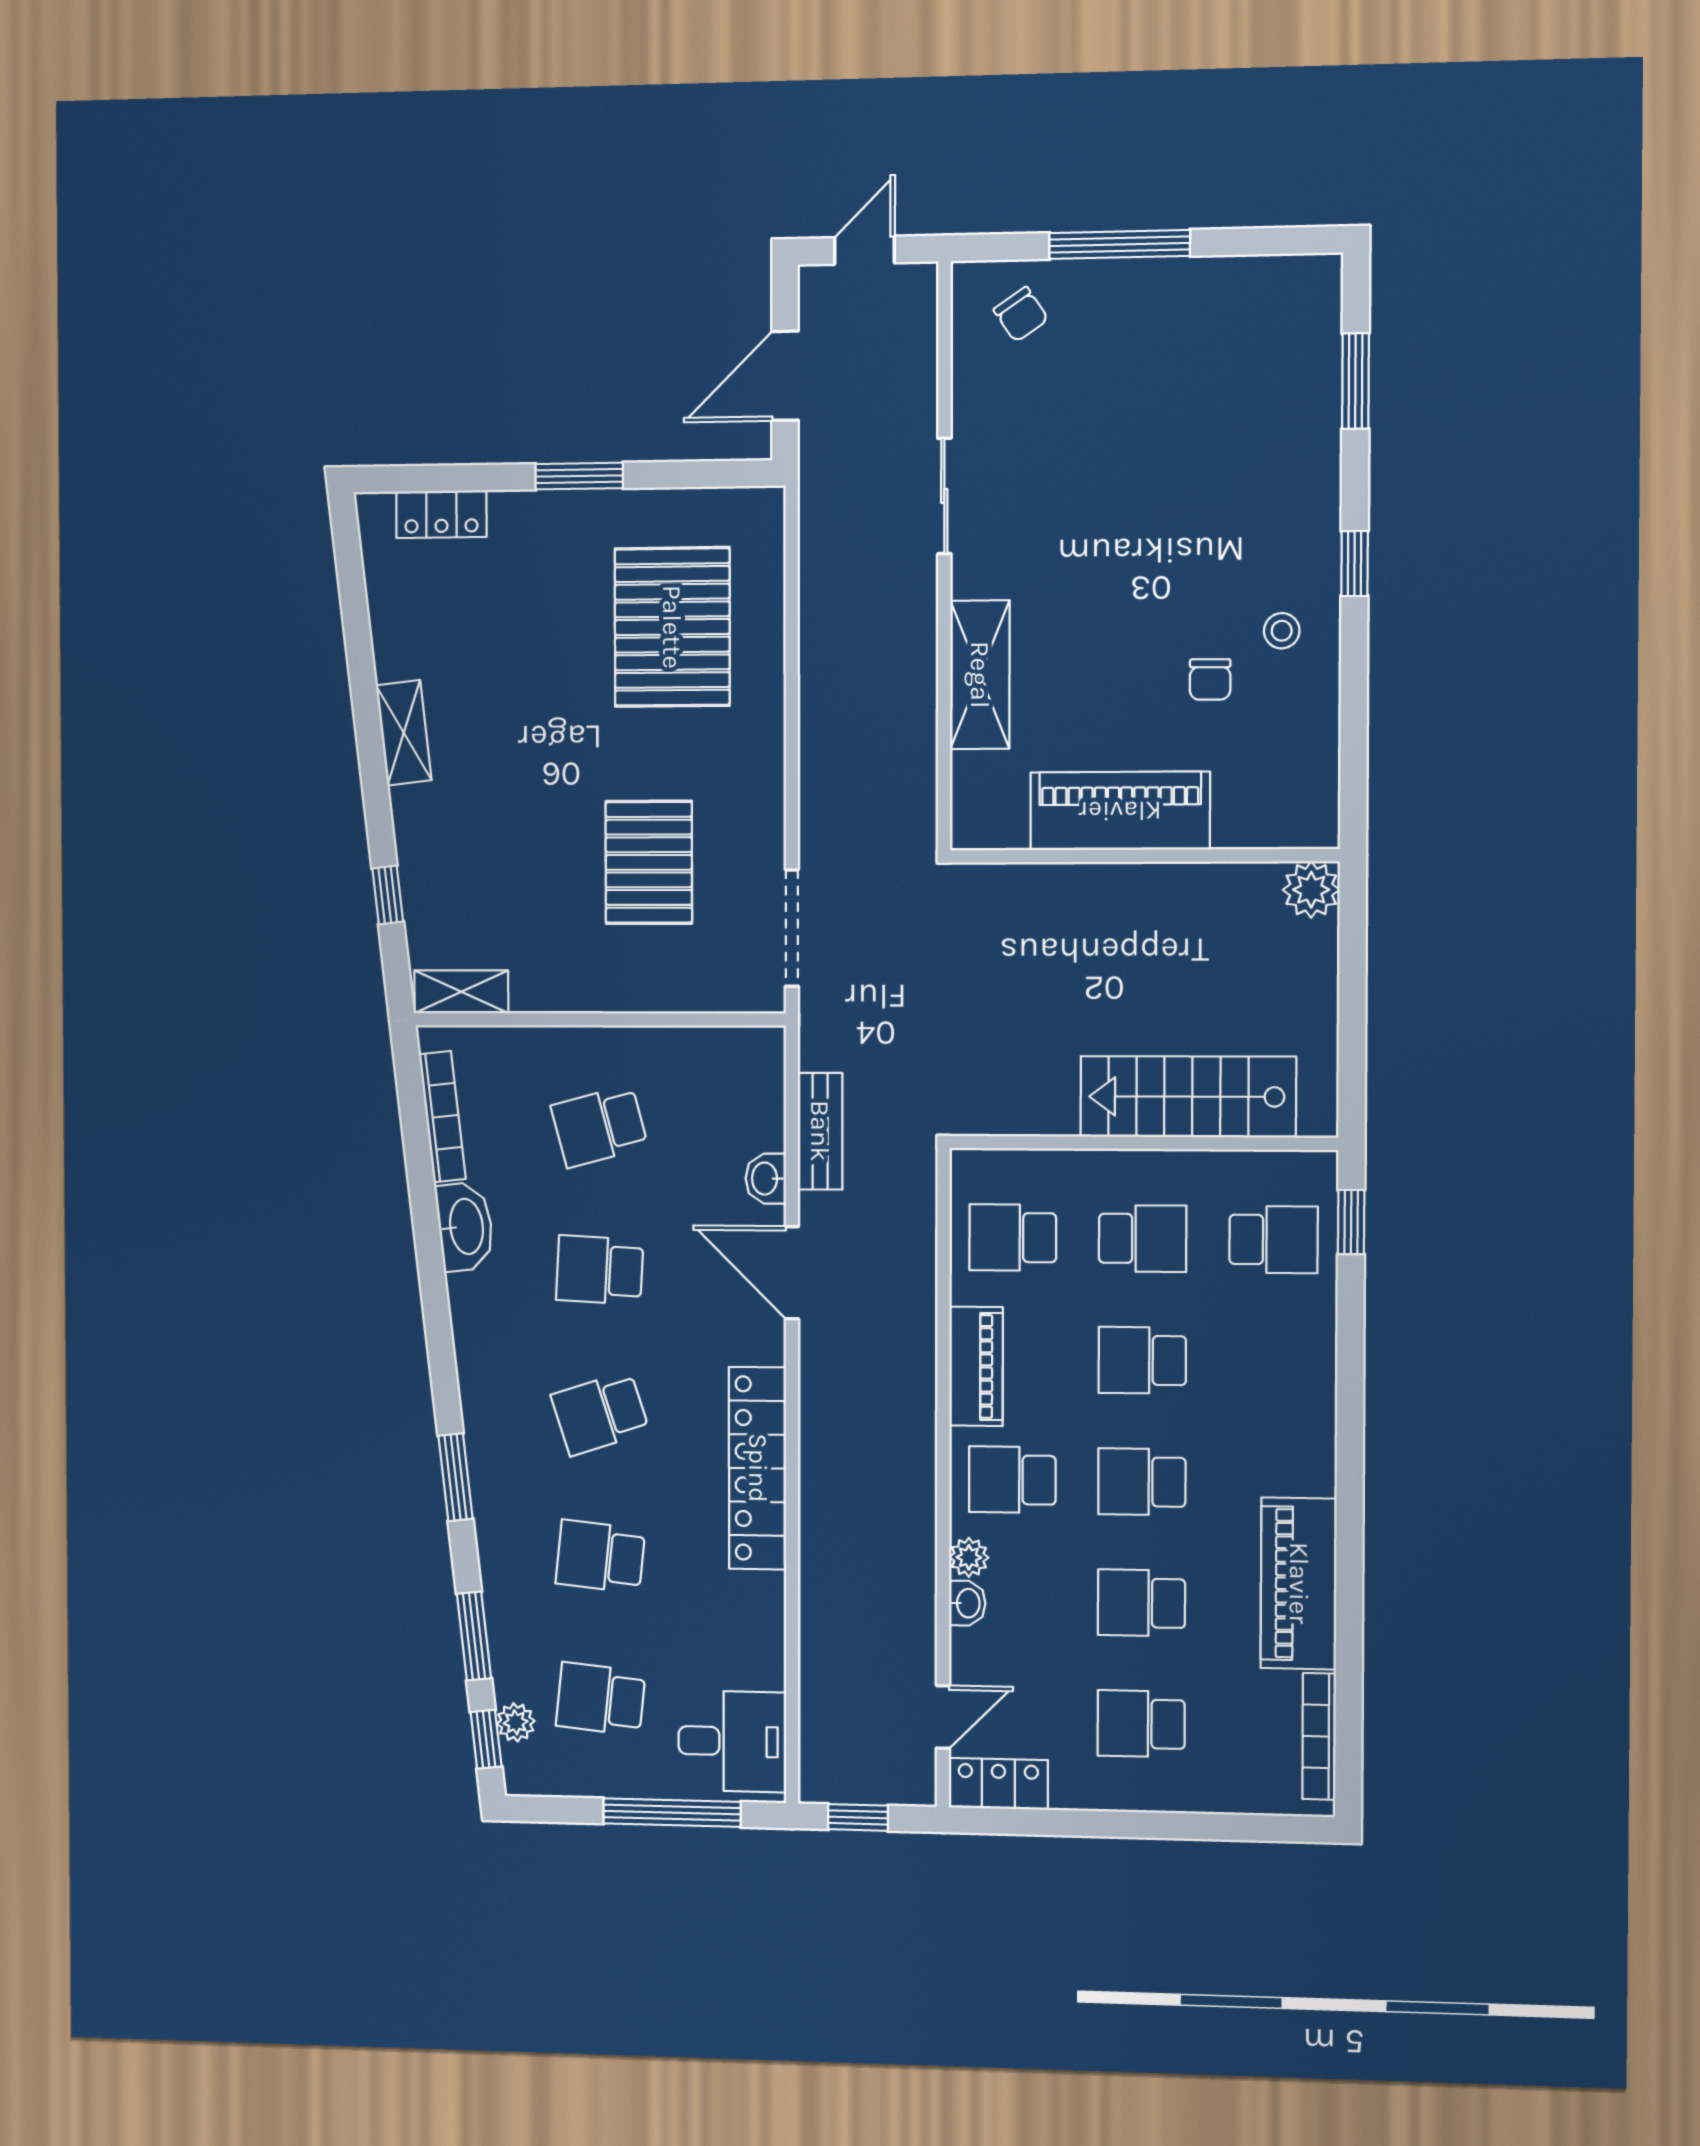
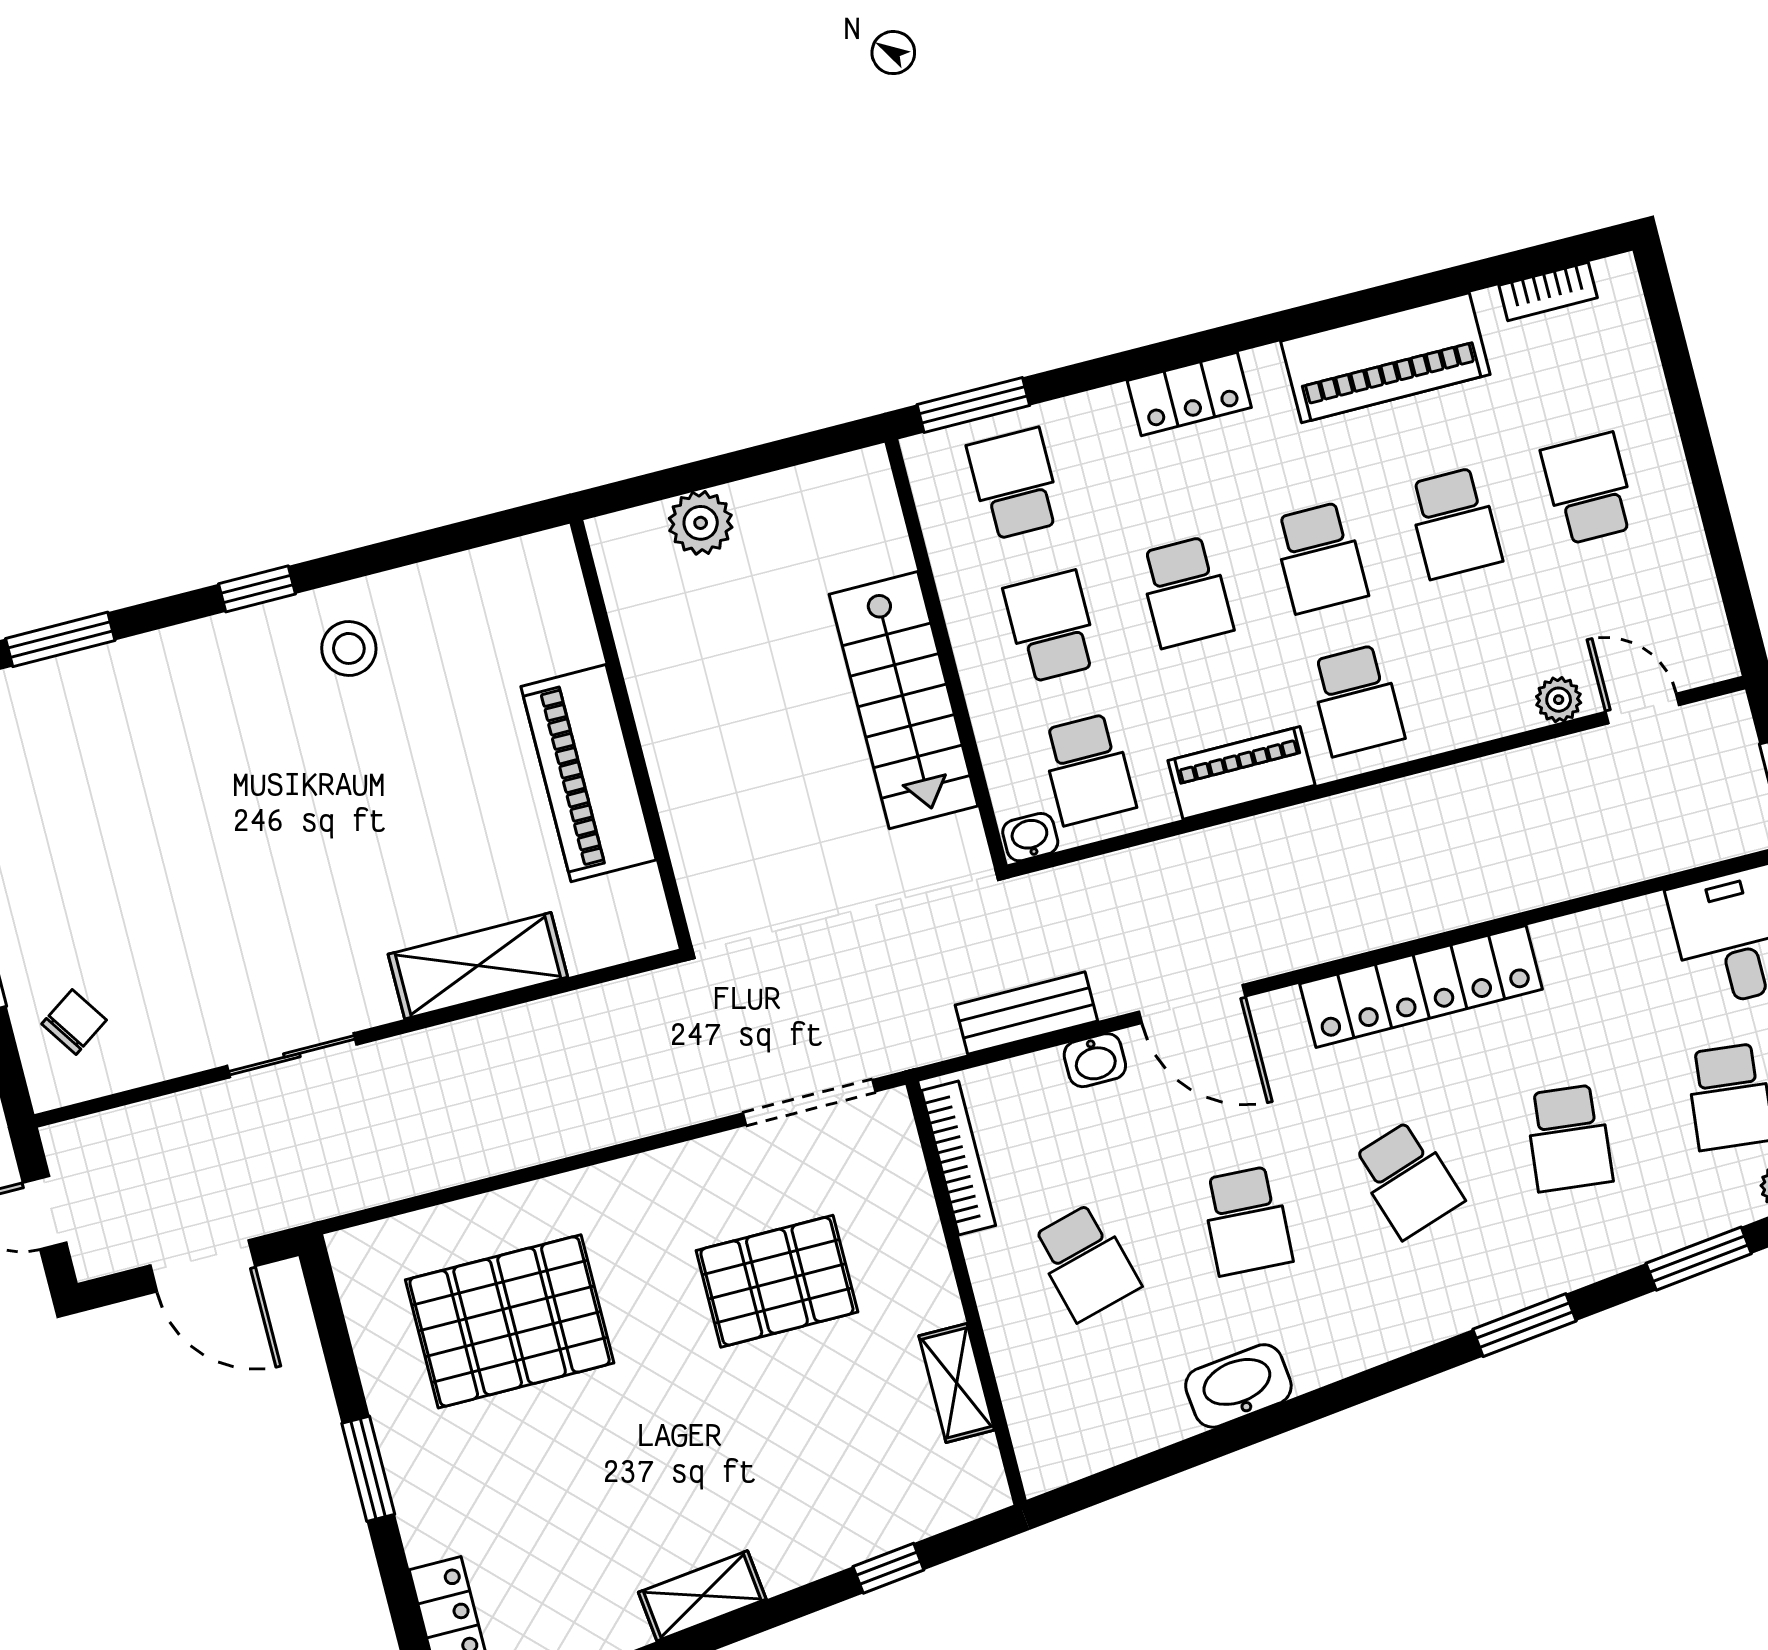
stool: (1282, 631) -> (349, 648), width x1.37, depth x1.37
chair: (1210, 679) -> (421, 712), removed
plant: (1311, 890) -> (701, 523), moved
shelving: (461, 992) -> (957, 1383), moved
stairs: (1188, 1097) -> (904, 700), moved
bookcase: (442, 1117) -> (959, 1158), moved, turned 97
window: (1351, 1222) -> (973, 405), width x1.50
door: (792, 1273) -> (1192, 1004), hinge flipped
plant: (969, 1557) -> (1559, 700), moved
washbasin: (967, 1603) -> (1030, 837), moved
school desk: (1141, 1724) -> (1589, 489), turned 180
bookcase: (1319, 1736) -> (1548, 291), width x0.64
locker: (998, 1784) -> (1189, 394), moved, turned -90

